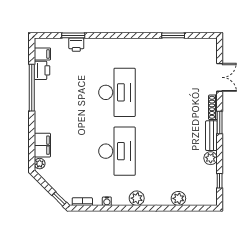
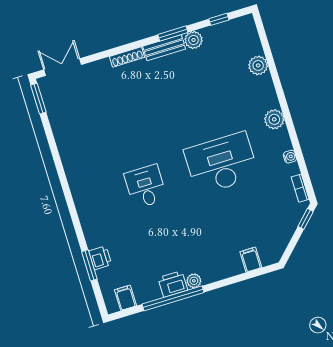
window: (173, 35) -> (38, 99), moved
printer: (42, 70) -> (173, 284), moved
double door: (220, 77) -> (63, 67), moved
desk: (117, 92) -> (146, 187), width x0.53, depth x0.77
window: (220, 123) -> (173, 33), moved
filing cabinet: (42, 145) -> (251, 260), width x0.50
plant: (40, 164) -> (194, 281), moved

